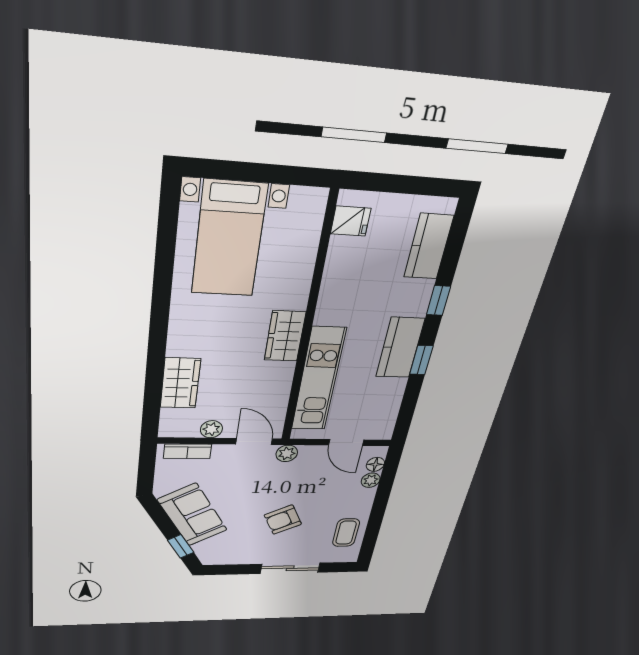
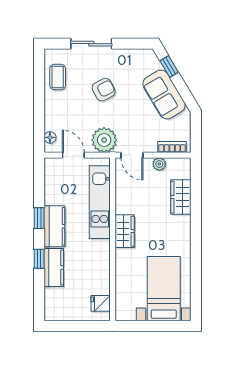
kitchen counter: (429, 246) -> (54, 268), moved
plant: (287, 453) -> (104, 140), width x1.88, depth x1.88
plant: (371, 480) -> (50, 124), removed

